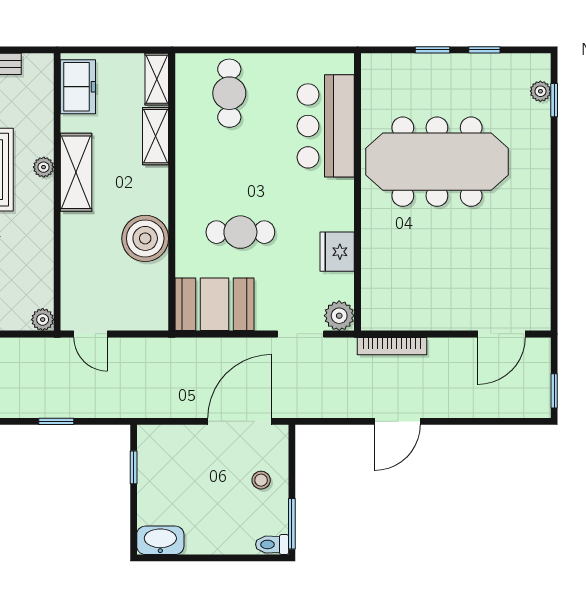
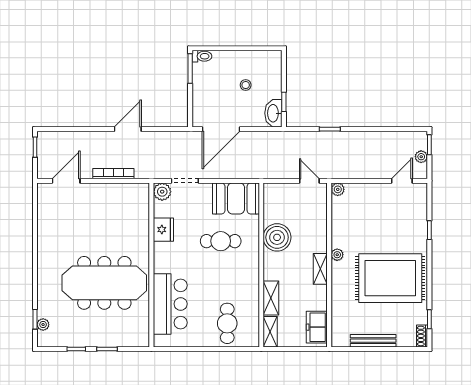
plant: (44, 167) -> (337, 255), moved
shelving: (76, 172) -> (320, 269), width x0.67, depth x0.75
bookcase: (392, 346) -> (113, 174), moved
stool: (261, 480) -> (246, 85), moved
washbasin: (160, 540) -> (273, 113), moved, turned 90

